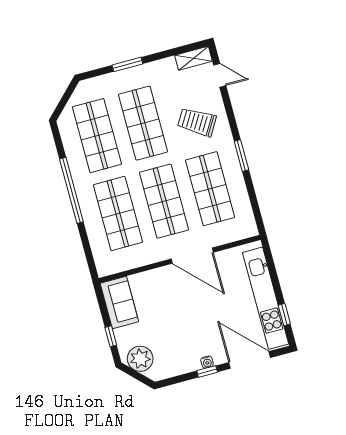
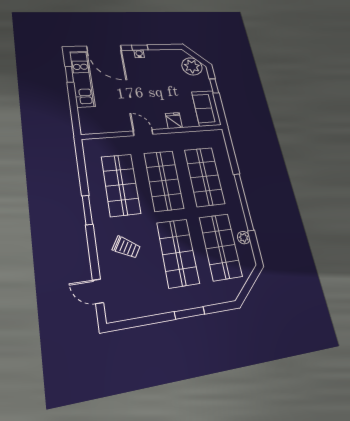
shelving: (194, 58) -> (123, 312), removed
trolley: (197, 122) -> (126, 247), width x0.73, depth x0.72
plant: (71, 149) -> (244, 238), added
door: (192, 256) -> (143, 133), width x0.53
fridge: (158, 278) -> (174, 121), added
kitchen unit: (266, 298) -> (82, 79), width x0.73

